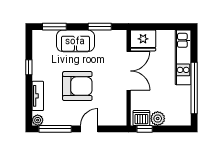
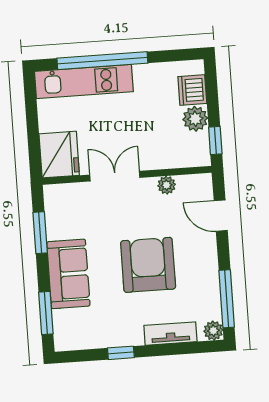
double door: (129, 71) -> (115, 176), width x0.73
window: (194, 88) -> (102, 61), moved
plant: (121, 100) -> (167, 185), added
dishwasher: (141, 118) -> (192, 90), moved
door: (89, 129) -> (221, 216), moved

